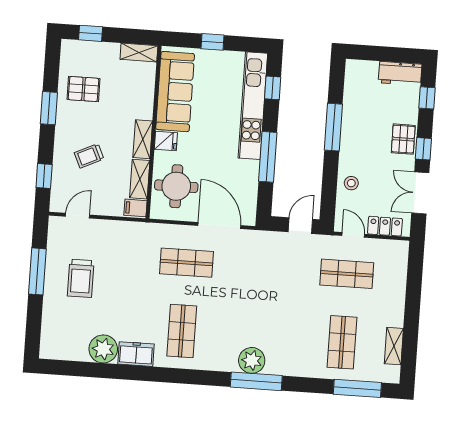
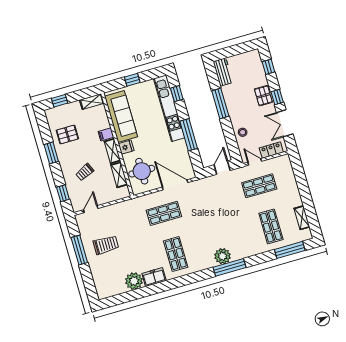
workbench: (400, 73) -> (223, 72), moved, turned -90
filing cabinet: (135, 208) -> (106, 134), moved
trolley: (81, 278) -> (106, 245), turned -90

